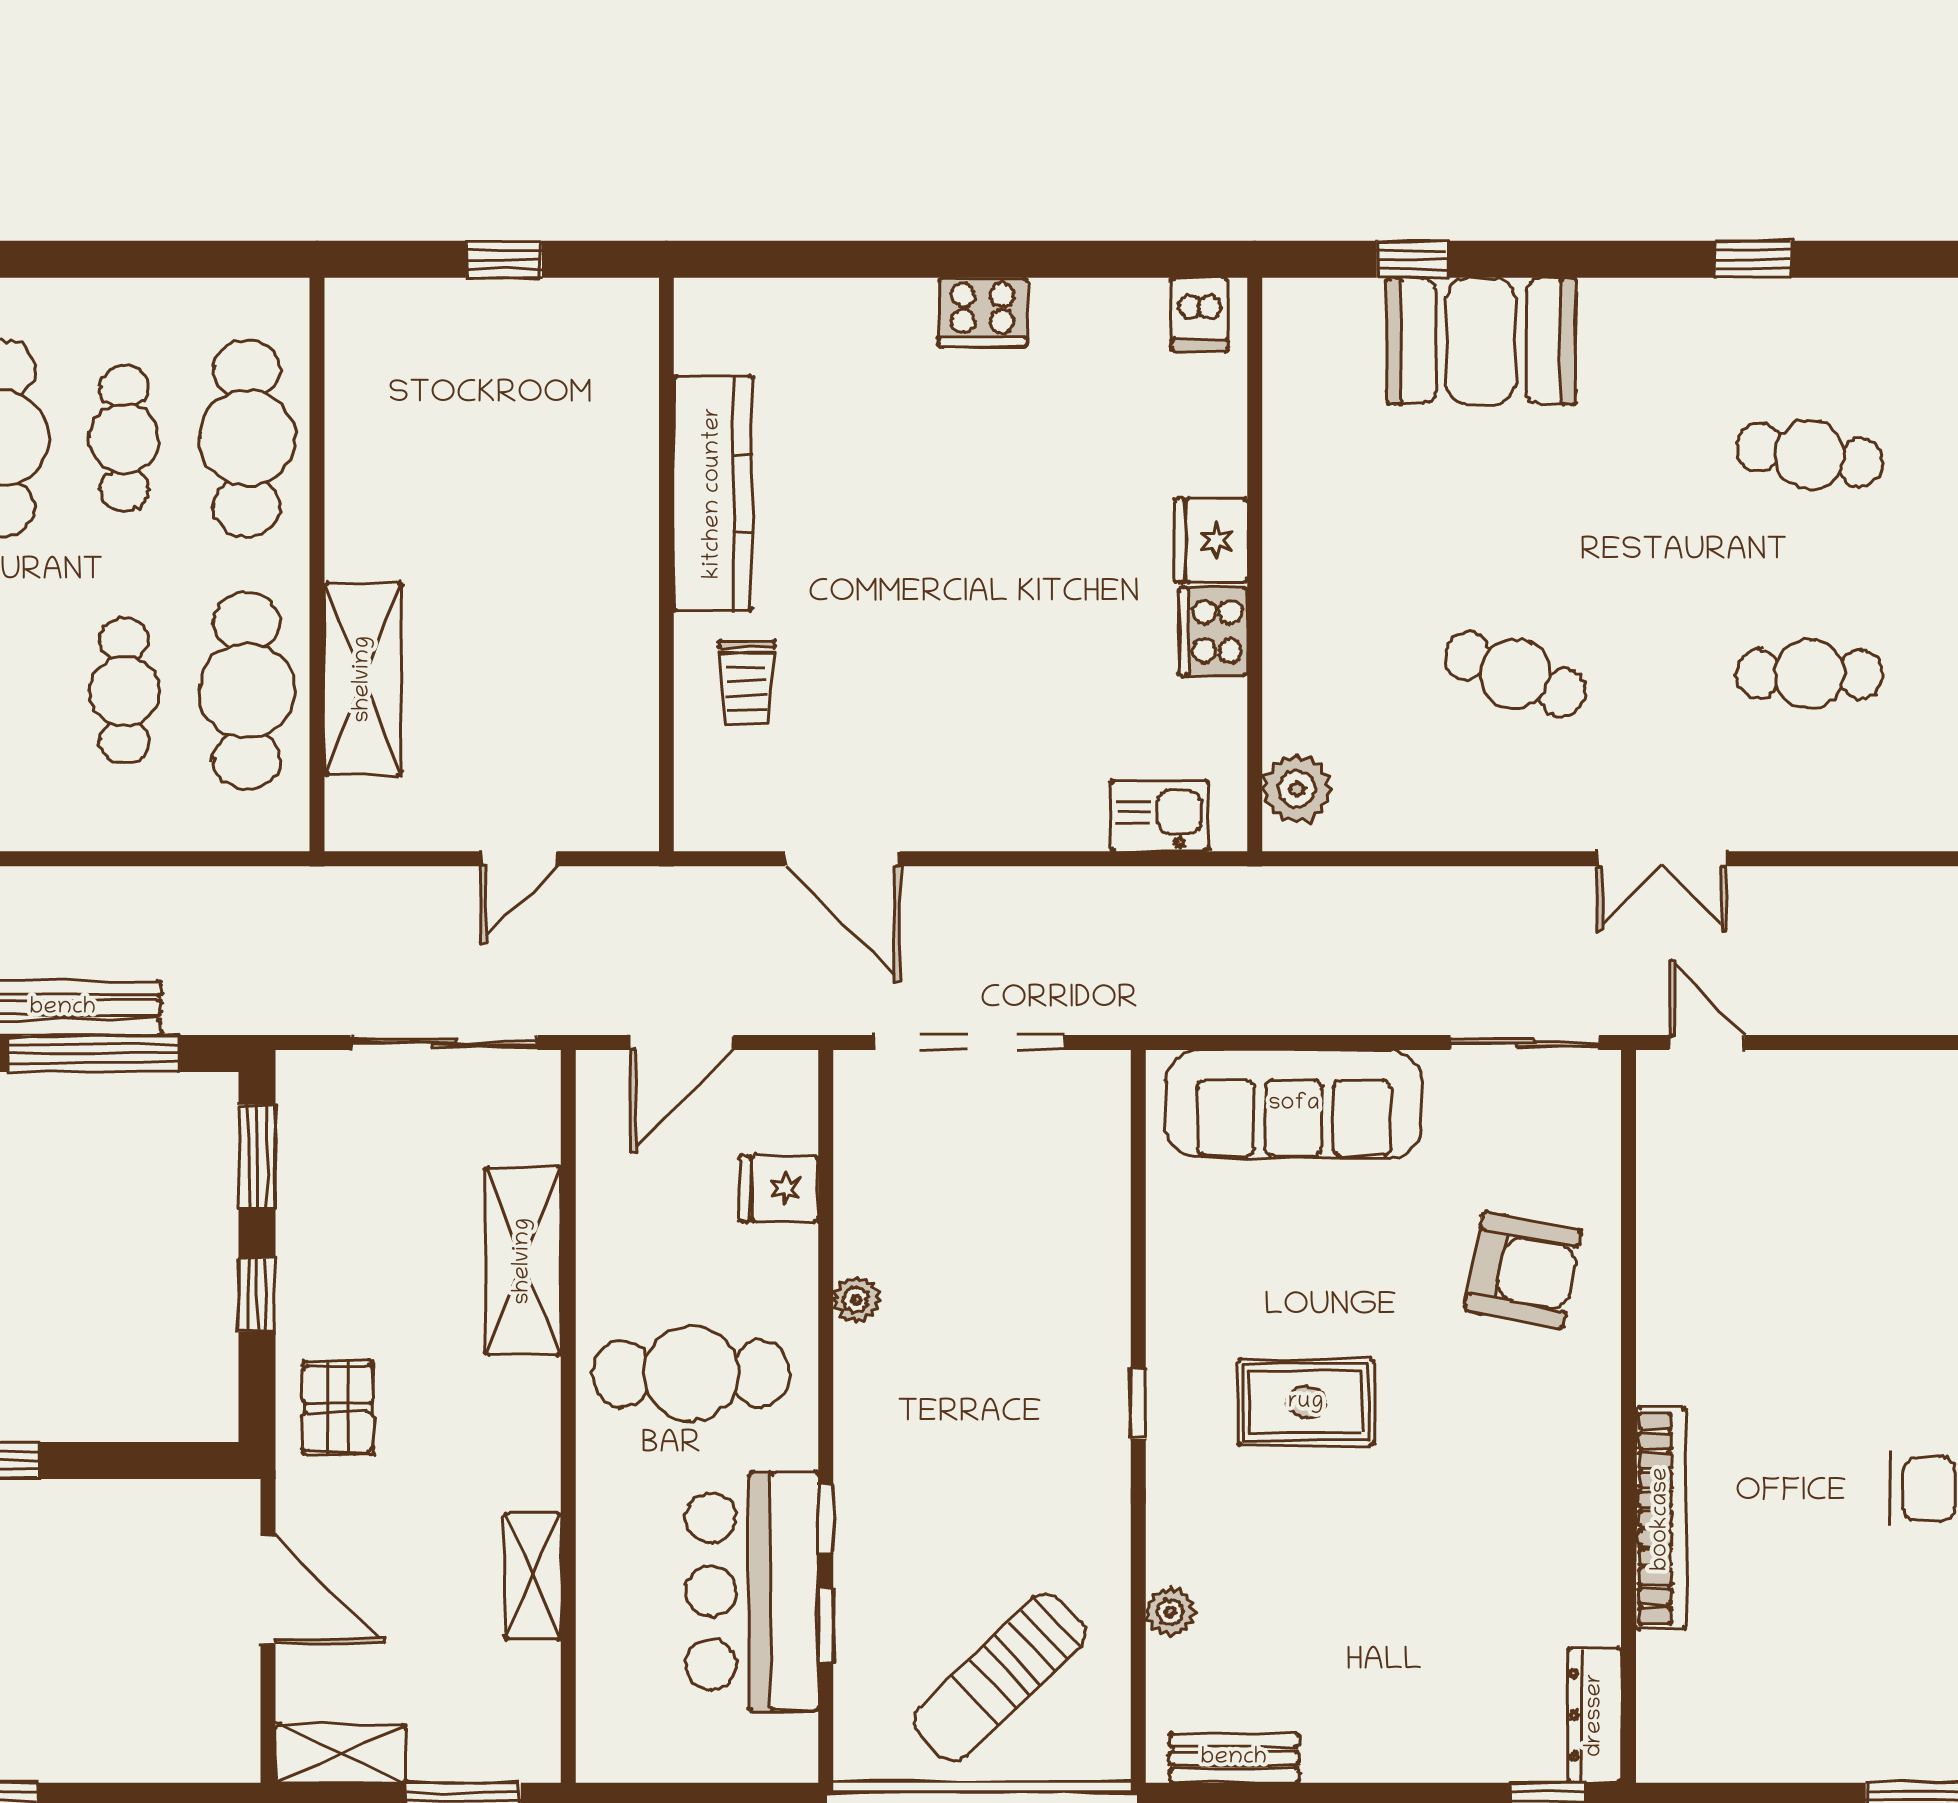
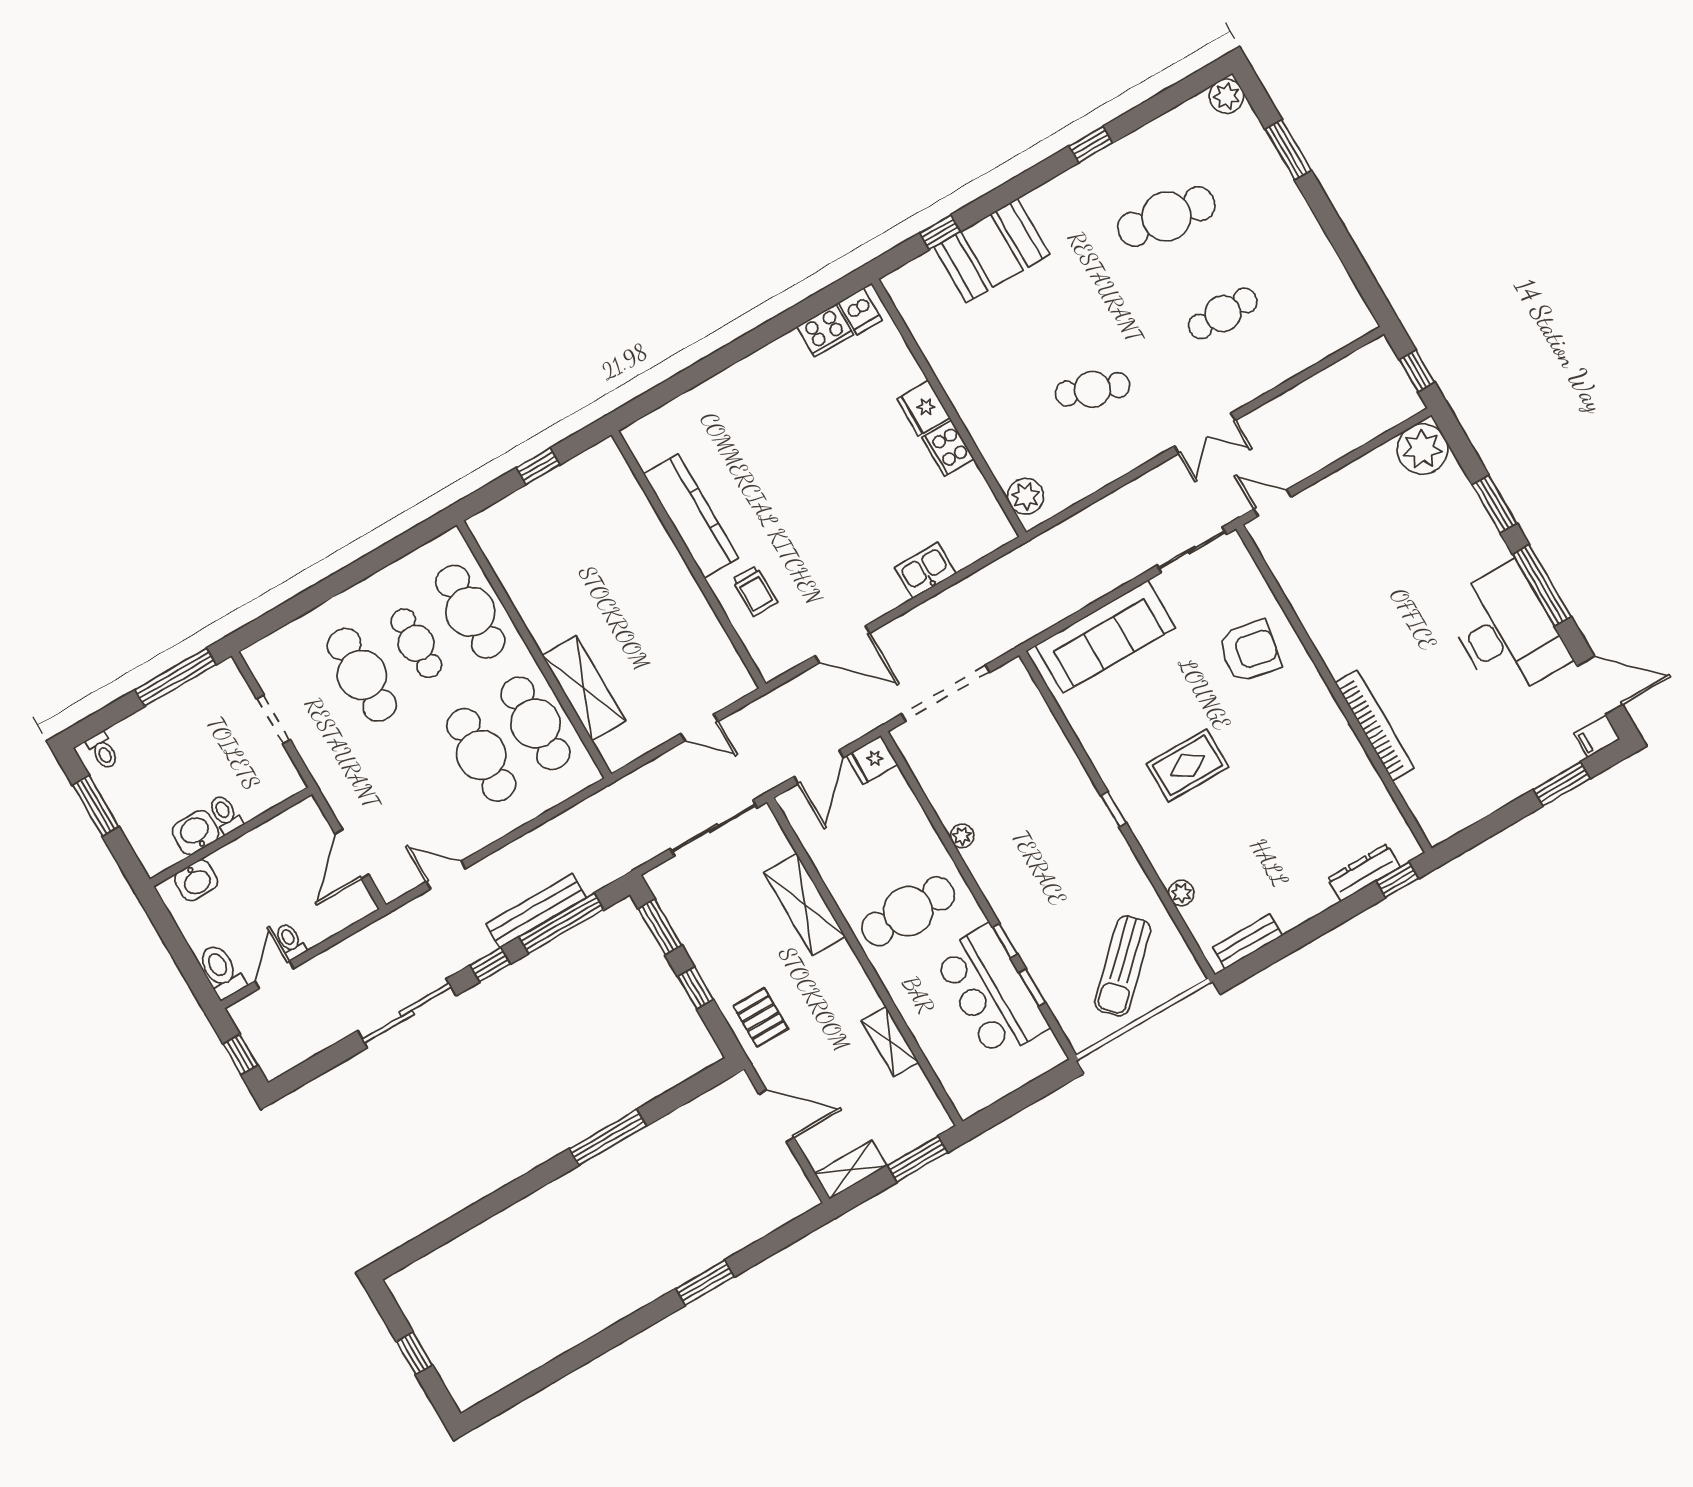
cooker: (983, 312) -> (825, 330), moved
cafe table: (1809, 455) -> (1166, 216), width x1.37, depth x1.35
cafe table: (124, 691) -> (481, 755), width x1.37, depth x1.35
kitchen sink: (1160, 816) -> (925, 571), moved
door: (519, 859) -> (699, 728), hinge flipped
fridge: (779, 1189) -> (872, 760), moved
dresser: (1595, 1715) -> (1364, 873), moved, turned 90

